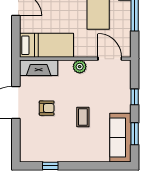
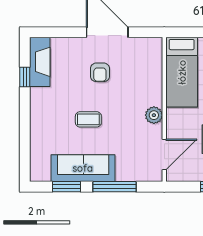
fireplace: (39, 68) -> (40, 62), moved, turned 180
window: (135, 97) -> (114, 187), width x2.17
sofa: (120, 138) -> (83, 168), moved

